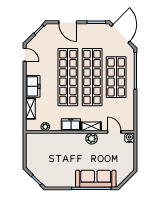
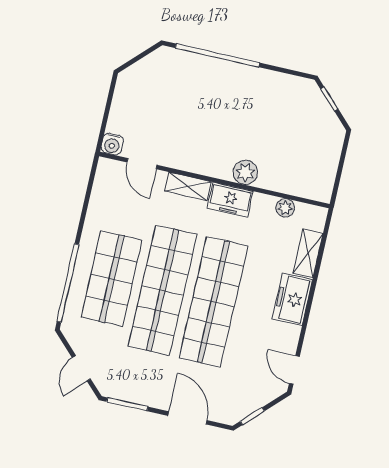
door: (121, 34) -> (81, 368), width x0.53
plant: (92, 139) -> (245, 172), moved
sofa: (96, 179) -> (204, 74), removed

